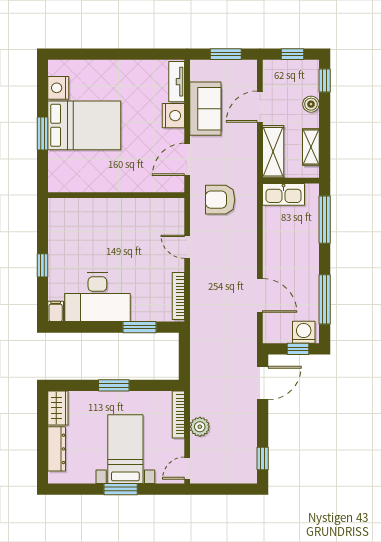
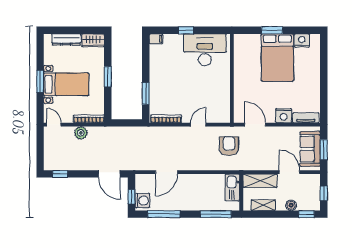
sofa: (205, 109) -> (310, 149), moved, turned 90
desk: (97, 297) -> (205, 50), moved, turned 90

